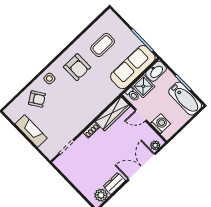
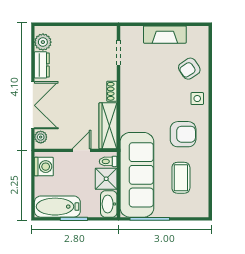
armchair: (77, 67) -> (183, 134), turned 180
sofa: (133, 67) -> (137, 175), width x1.36, depth x1.27
washing machine: (160, 124) -> (44, 167), moved, turned -90

